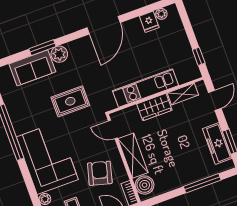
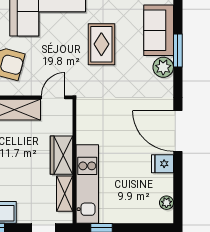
fridge: (149, 22) -> (162, 164), moved
kitchen unit: (146, 88) -> (87, 184), moved
rug: (70, 101) -> (101, 44), moved

